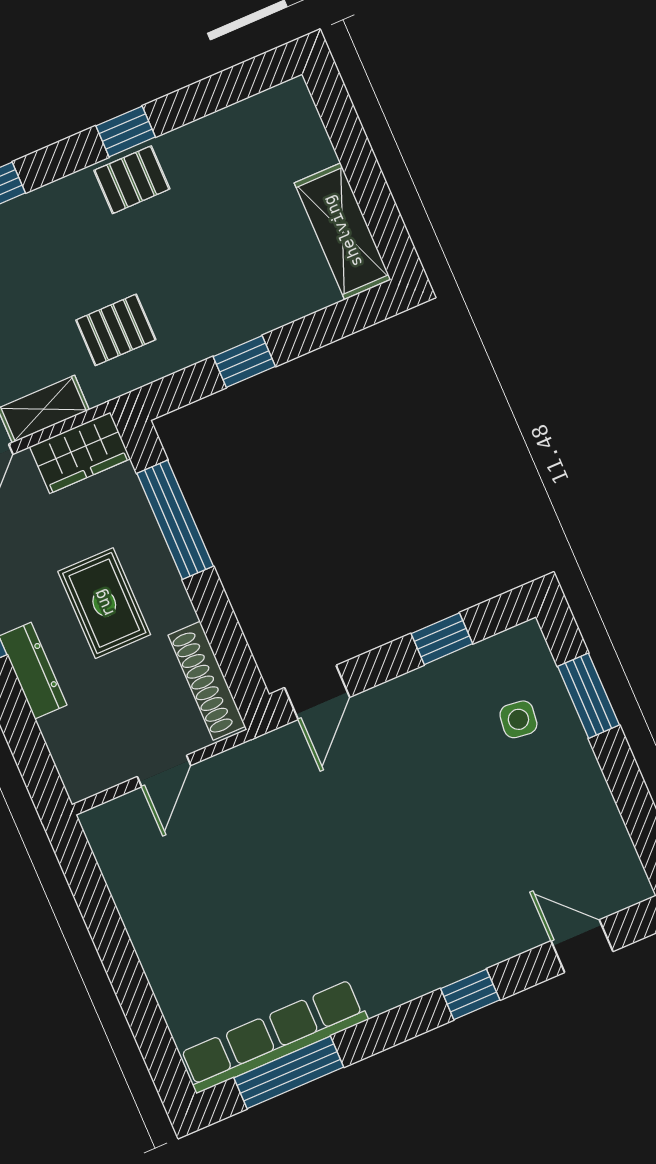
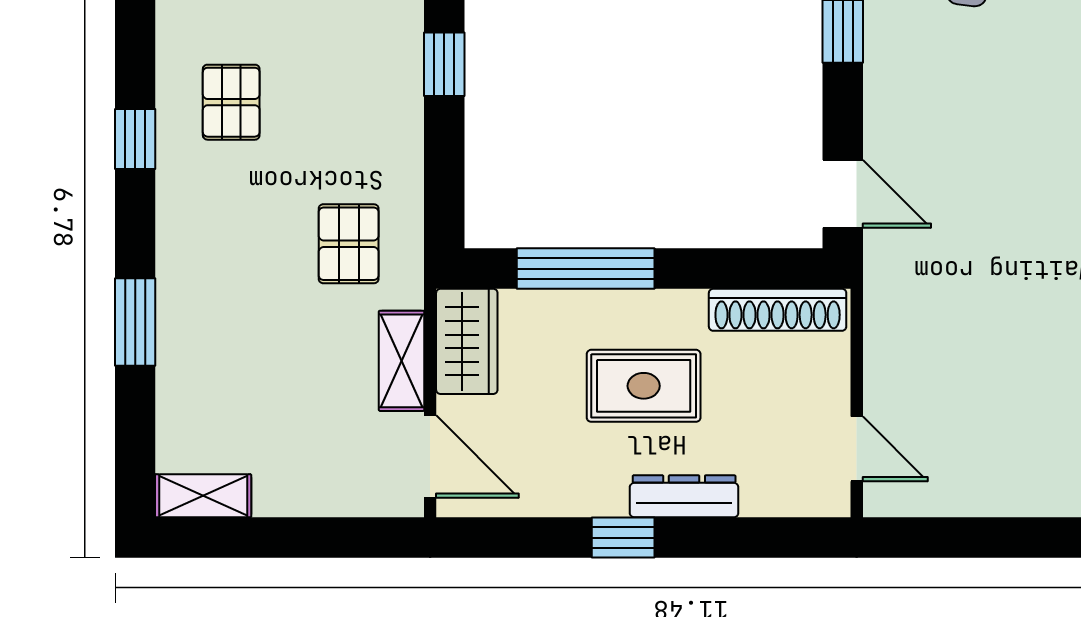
pallet: (132, 180) -> (231, 102), moved
window: (244, 361) -> (444, 64), moved
door: (164, 771) -> (857, 449), moved

